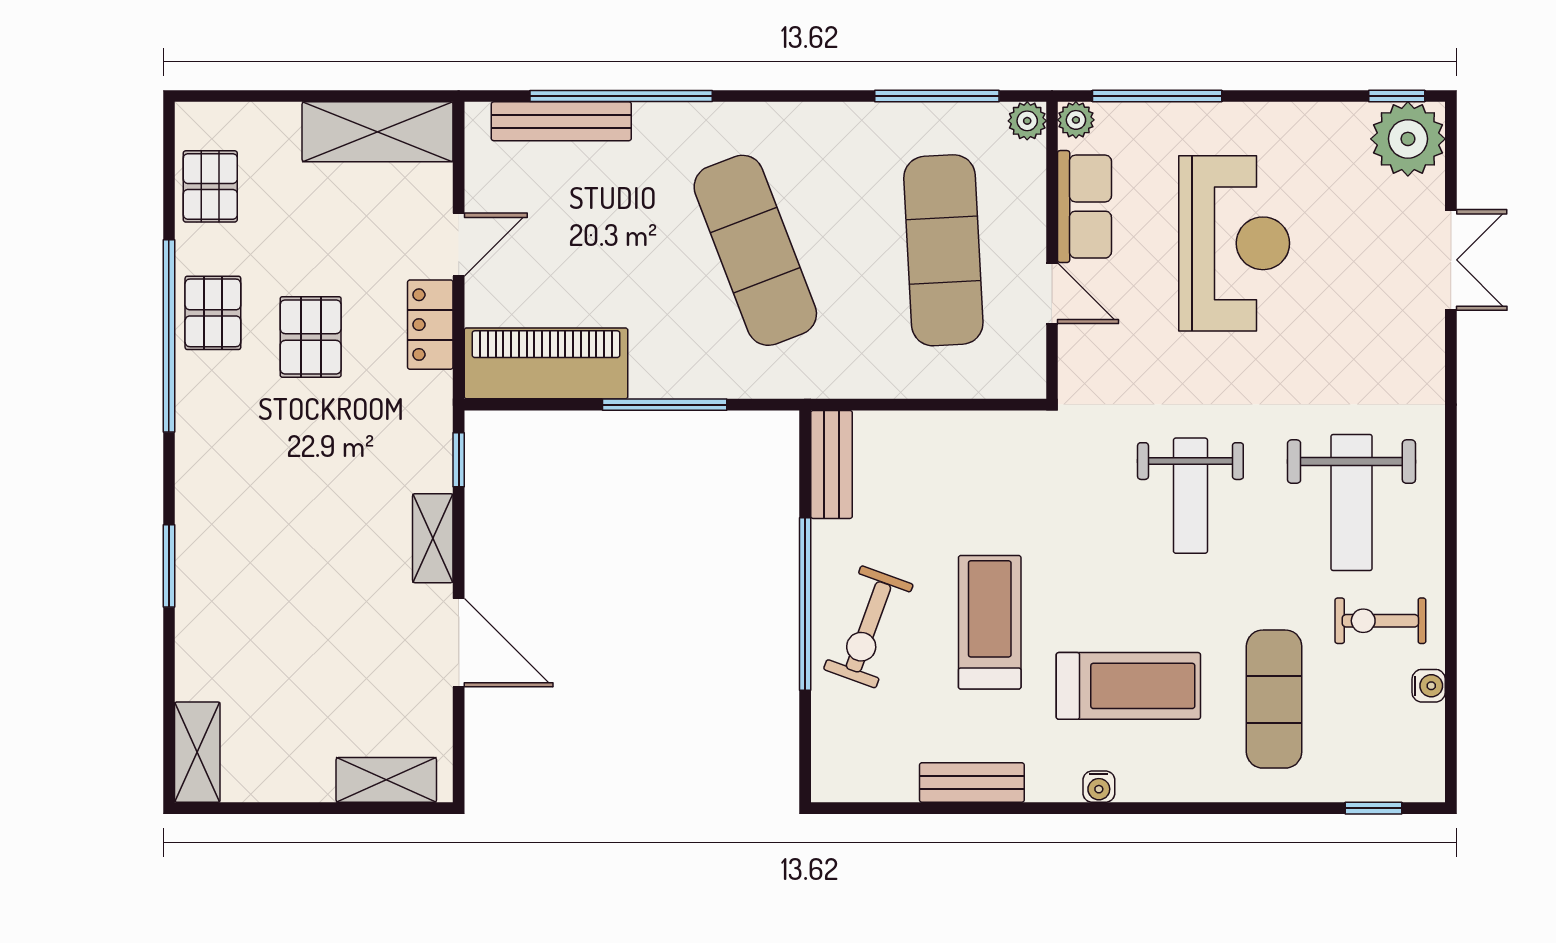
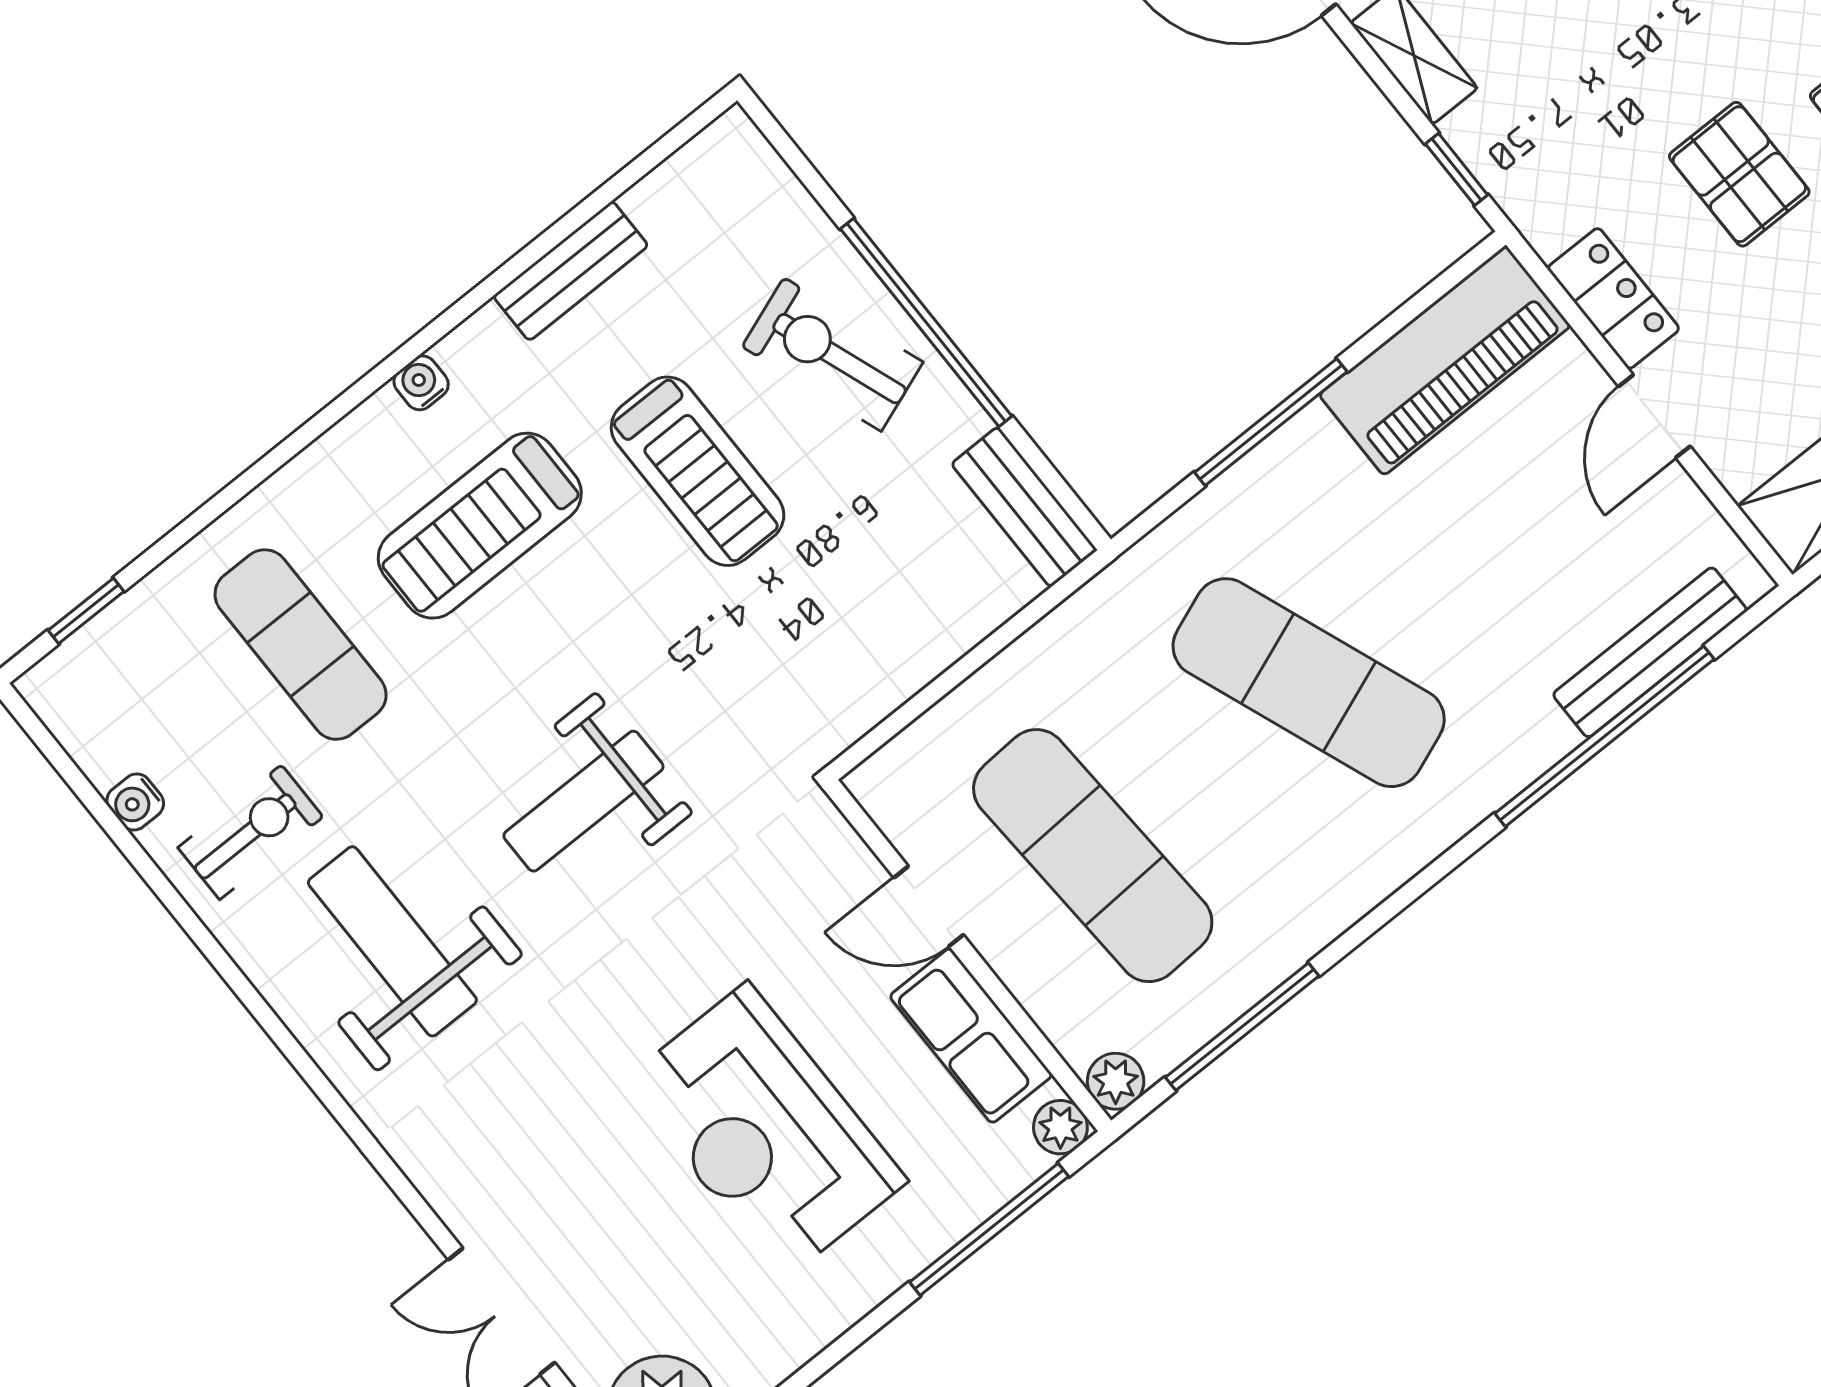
weight bench: (1190, 496) -> (583, 801), turned -90
exercise bike: (868, 627) -> (833, 354), turned -40

